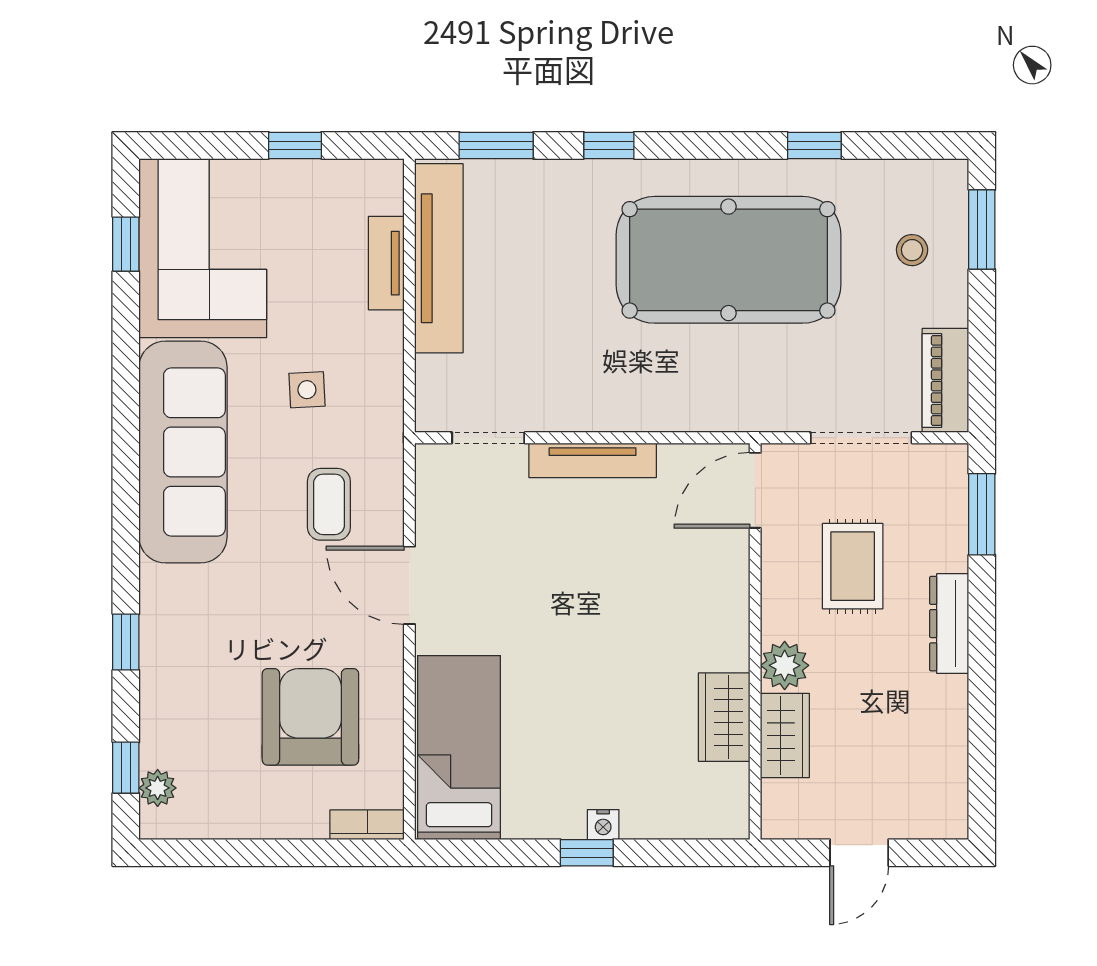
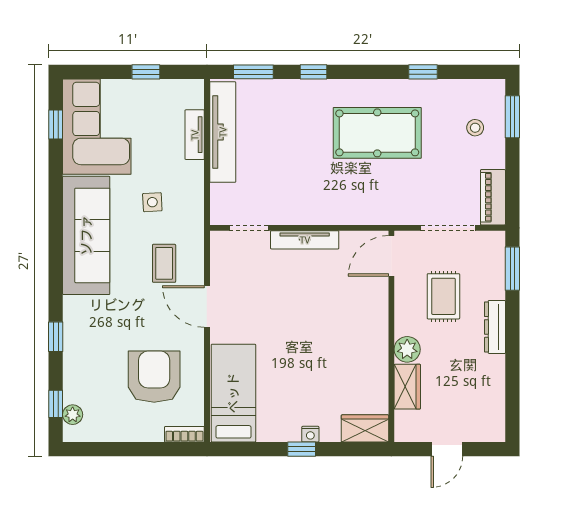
pool table: (729, 260) -> (377, 133), width x0.73, depth x0.76
wardrobe: (724, 717) -> (365, 428), moved, turned 90

